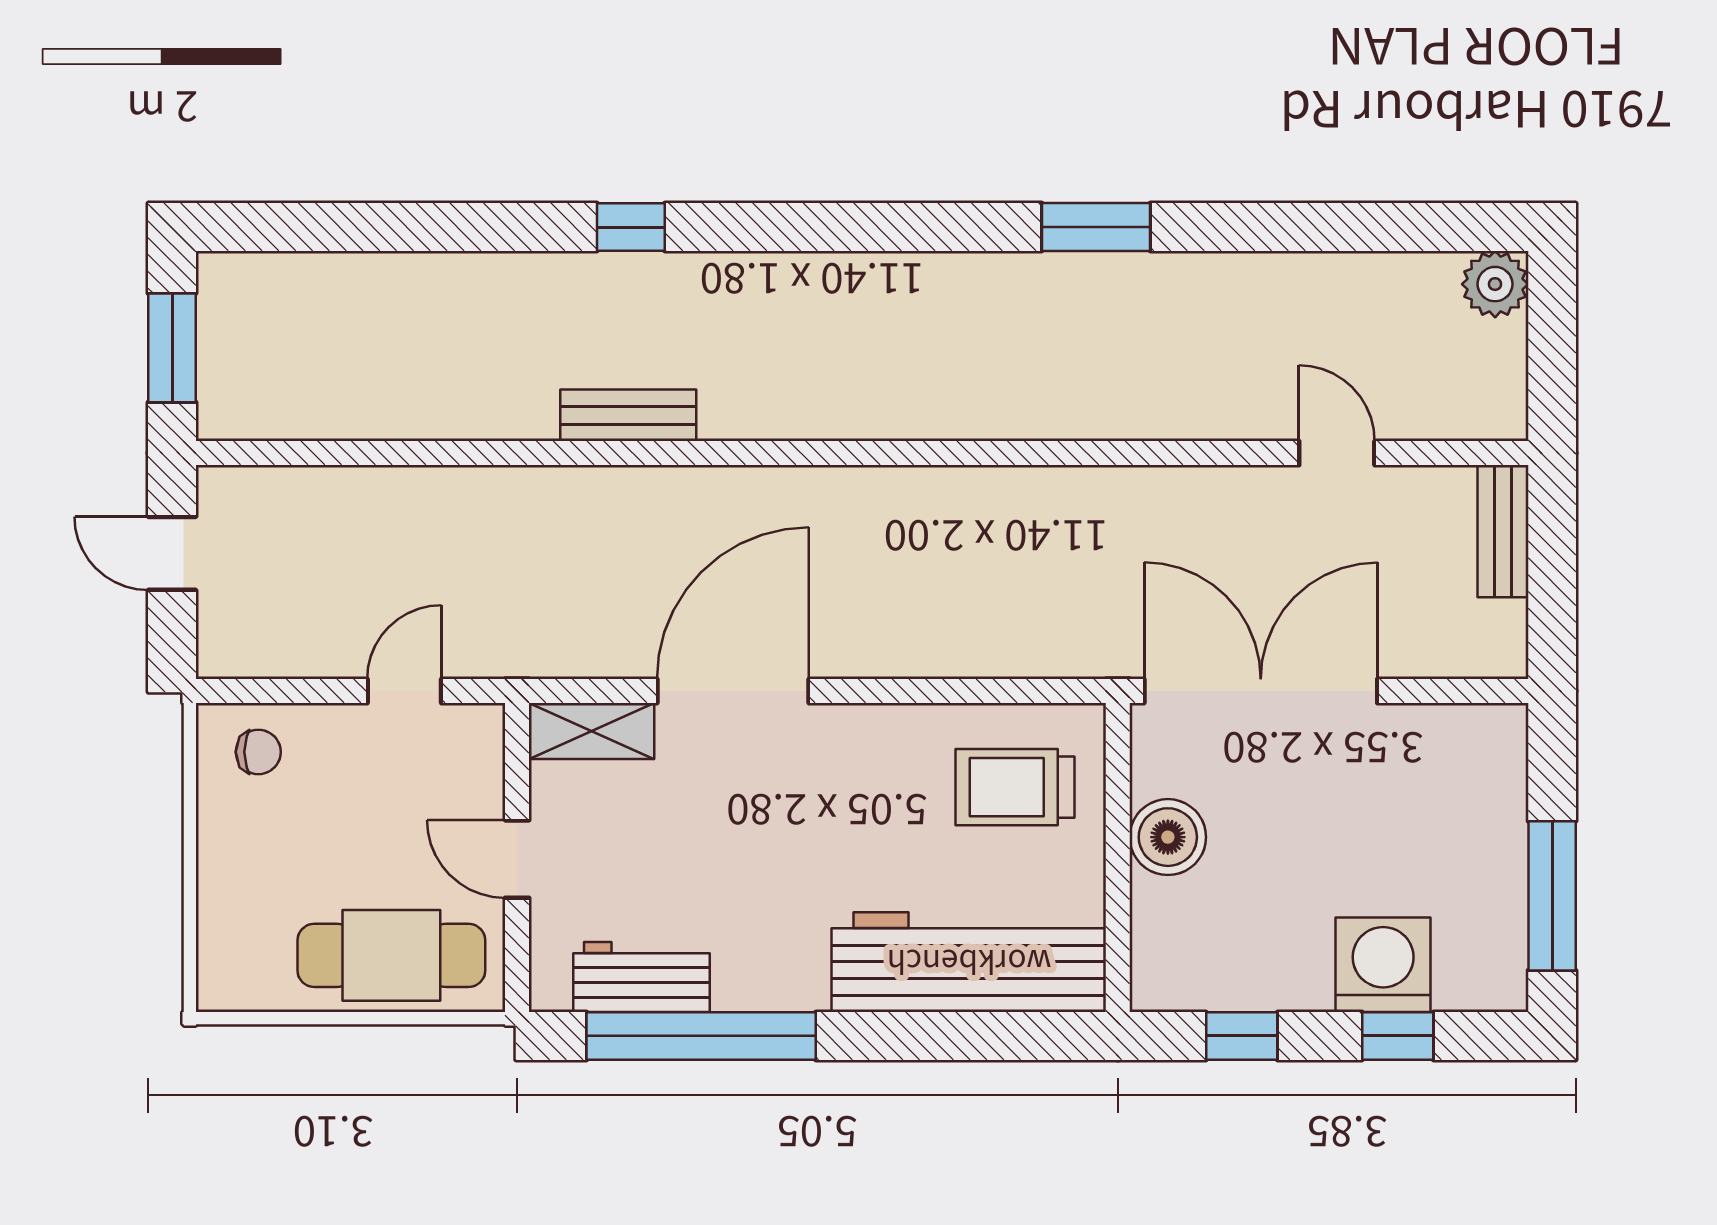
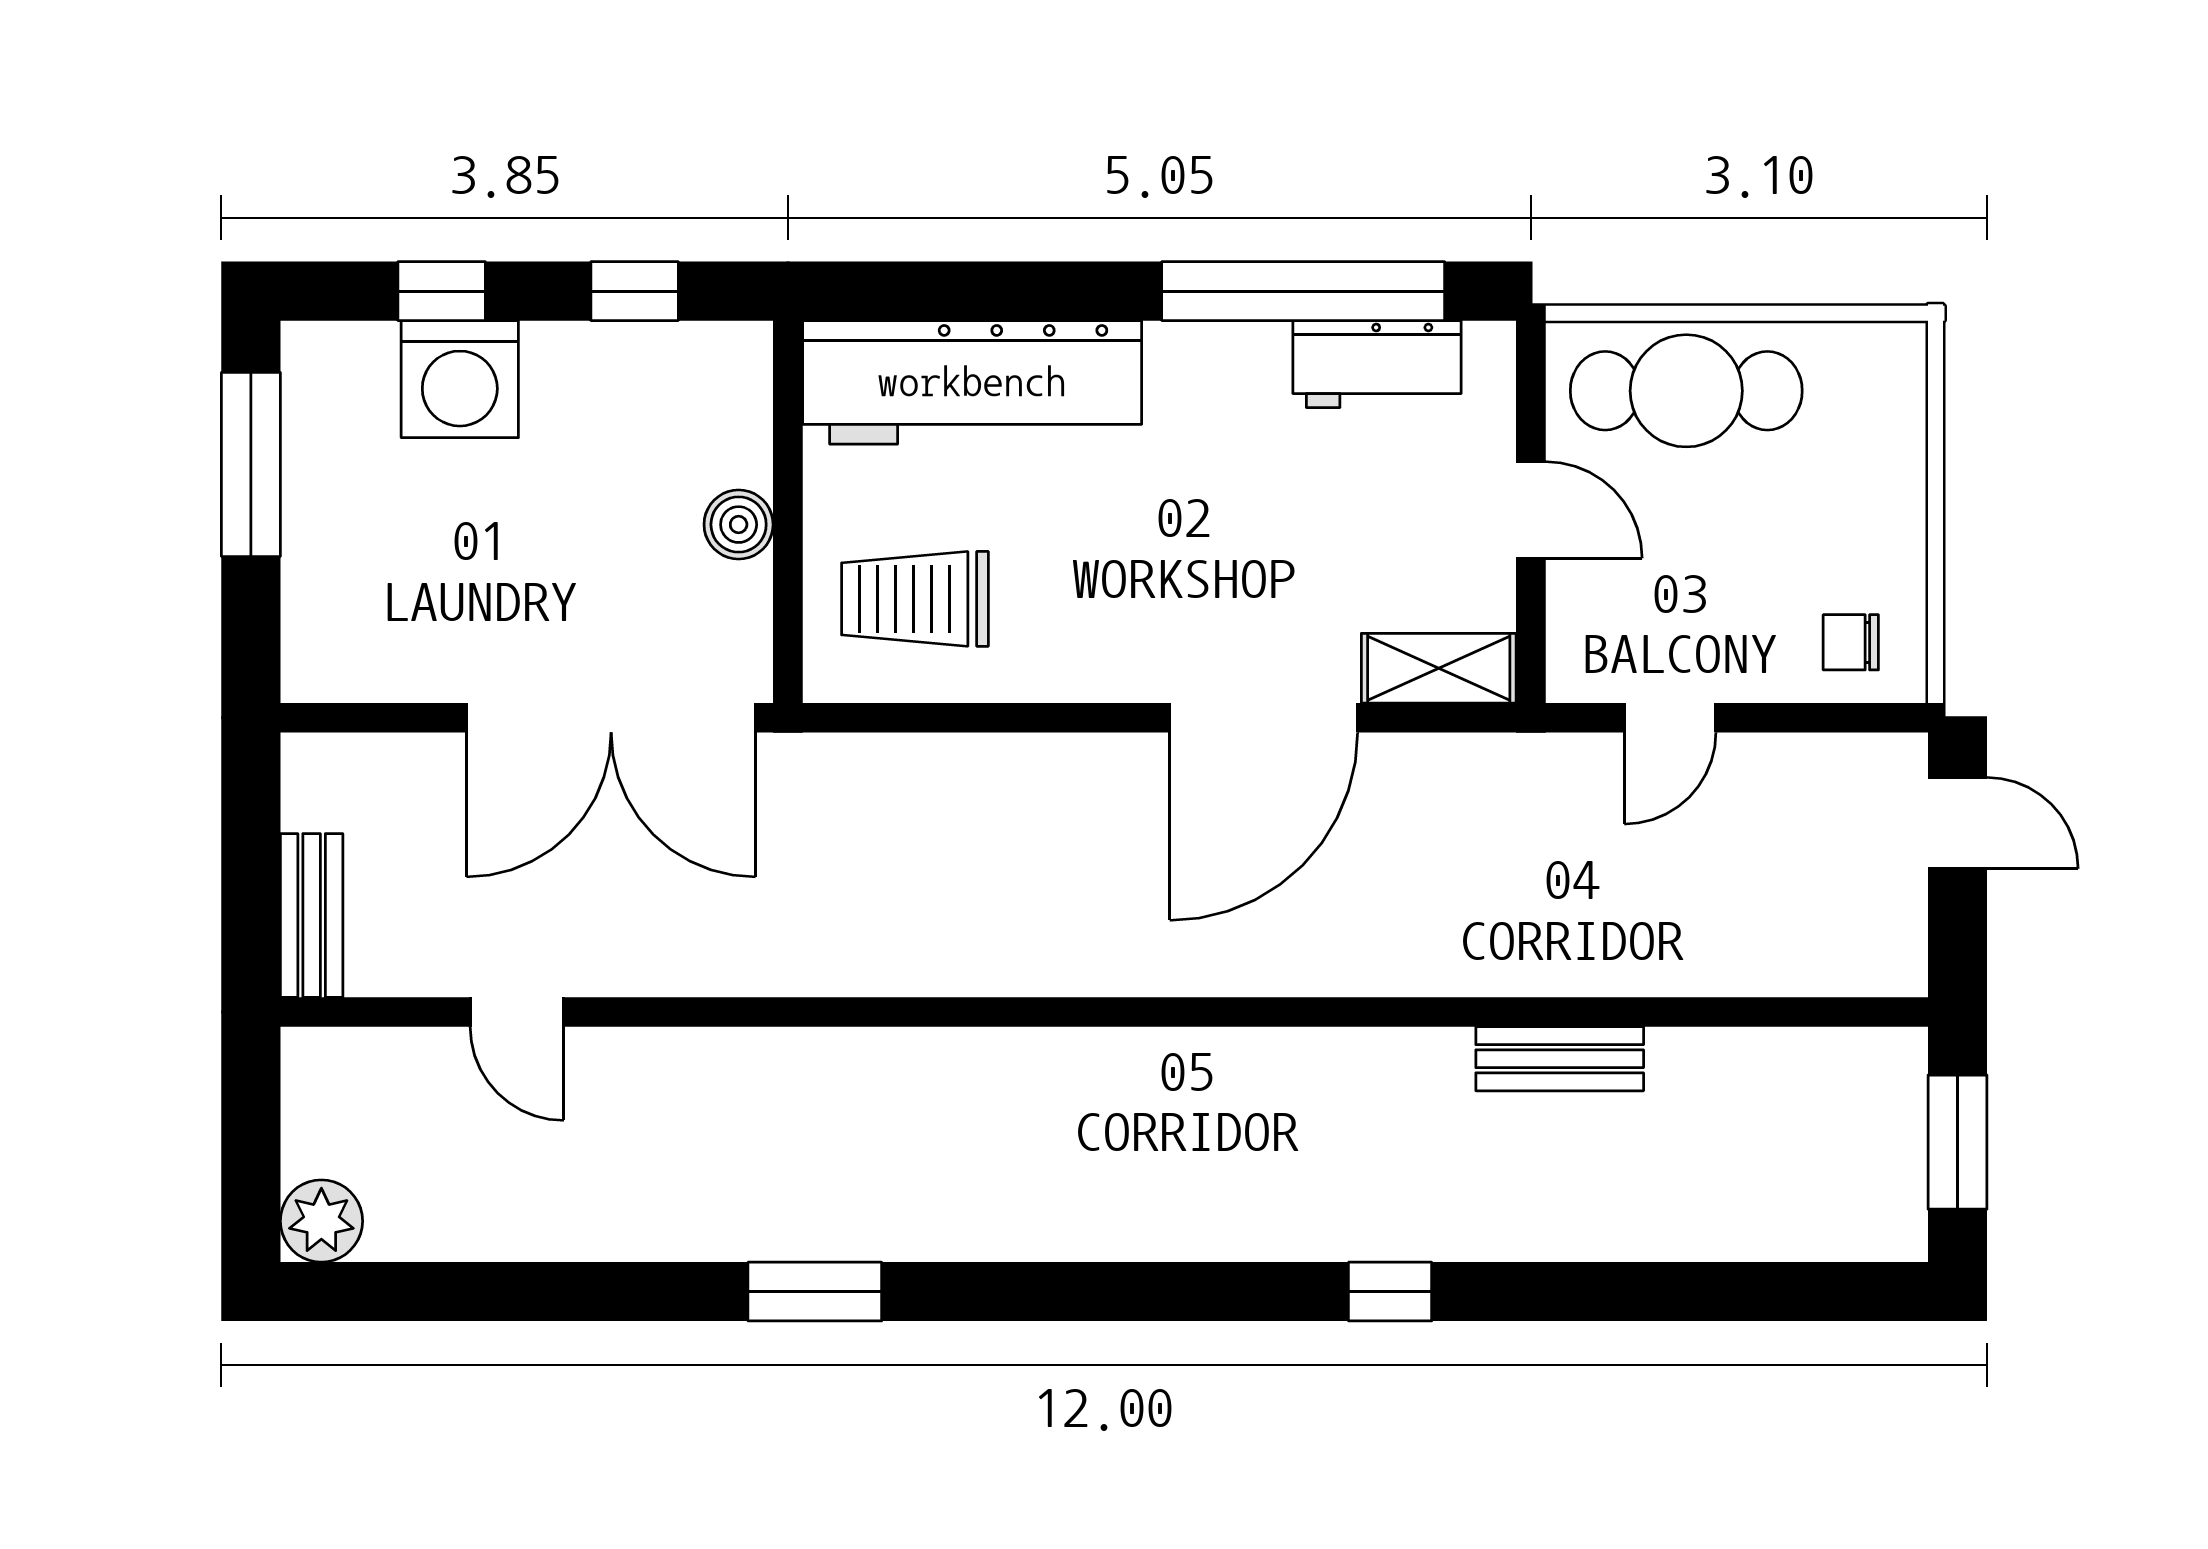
bench: (628, 415) -> (1560, 1059), moved
door: (172, 553) -> (1957, 823), moved
trolley: (1015, 787) -> (915, 599), turned 180
boiler: (1168, 837) -> (739, 525), width x0.73, depth x0.73

